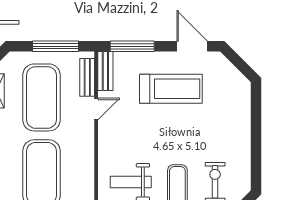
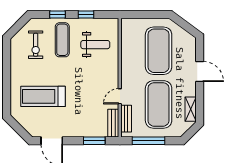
window: (132, 46) -> (94, 141), width x0.69
treadmill: (171, 89) -> (43, 96), moved

